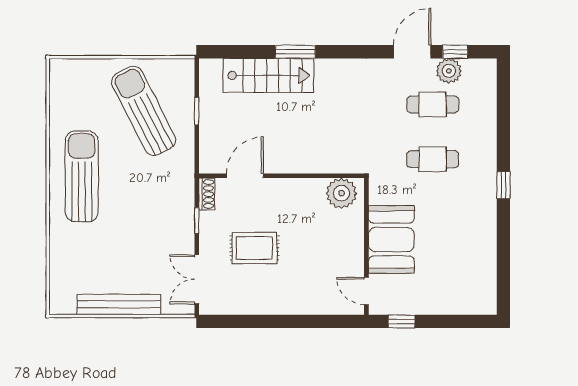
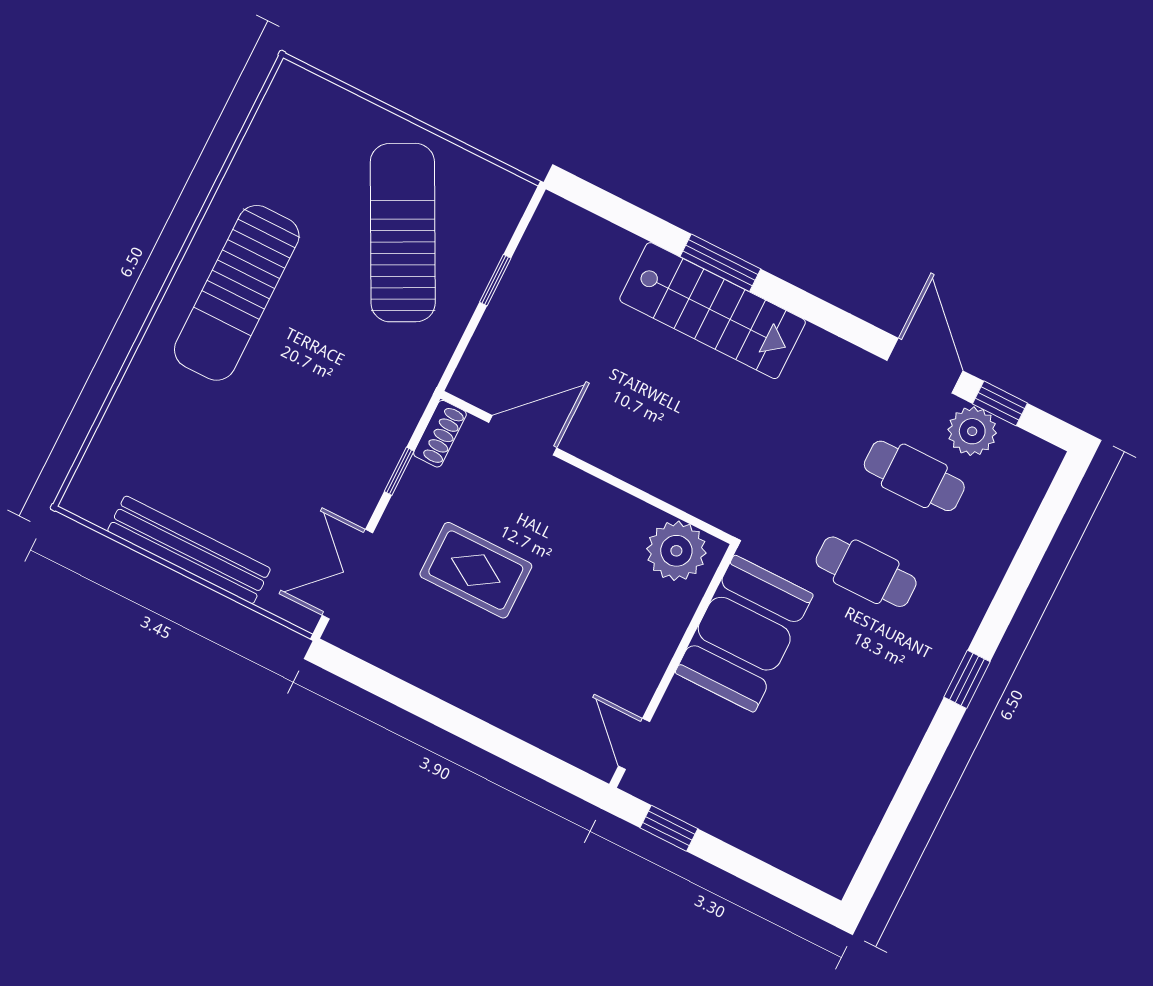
door: (412, 52) -> (925, 366), hinge flipped
stairs: (268, 75) -> (713, 311), moved
sun lounger: (82, 176) -> (237, 293), turned 180
booth: (391, 240) -> (744, 634), moved

